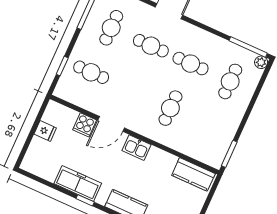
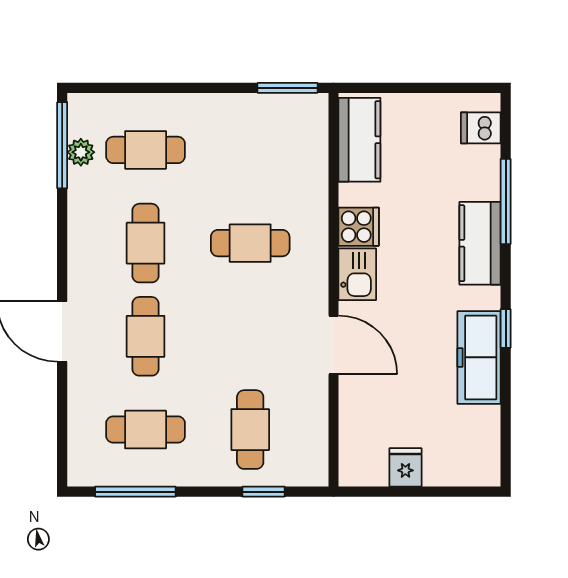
plant: (261, 62) -> (81, 152), moved
cooker: (85, 125) -> (359, 227), moved

